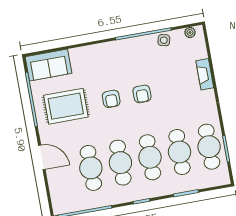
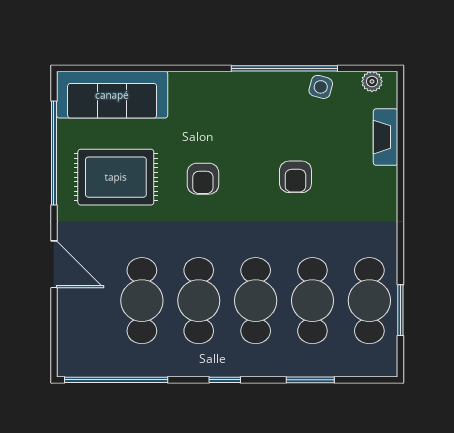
sofa: (49, 65) -> (112, 95), width x1.36
fireplace: (205, 74) -> (386, 137), moved
armchair: (142, 94) -> (295, 177), moved

